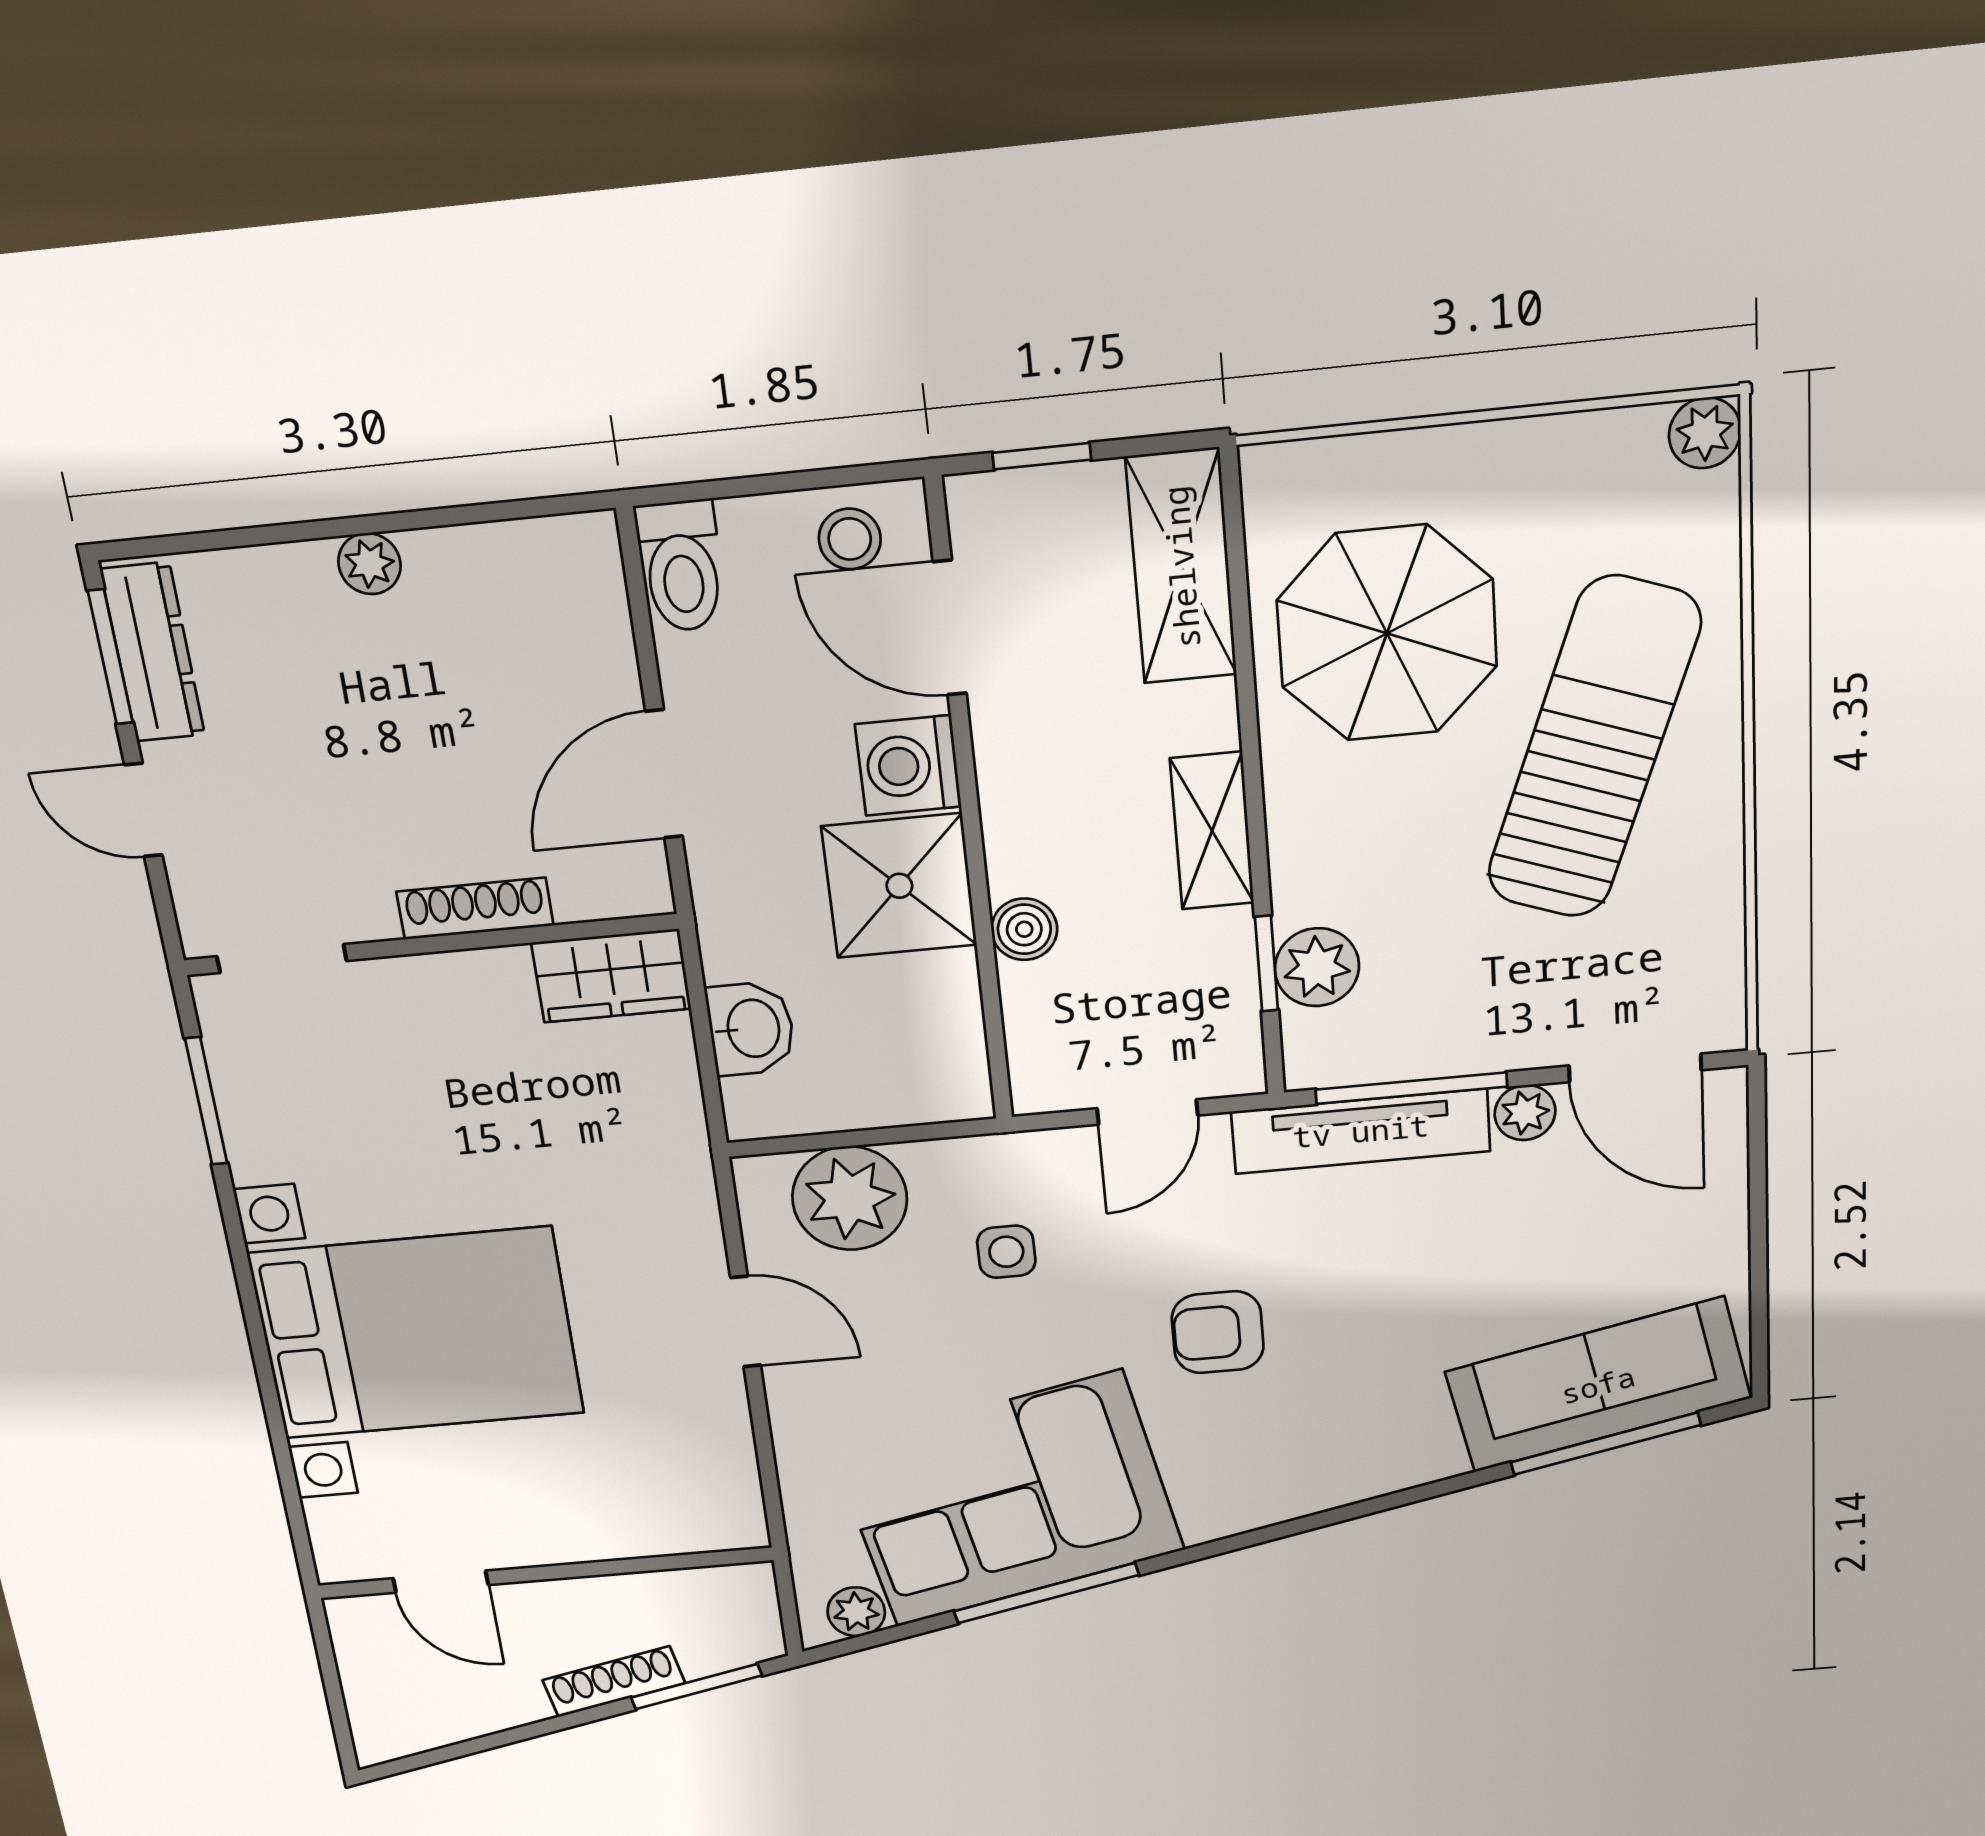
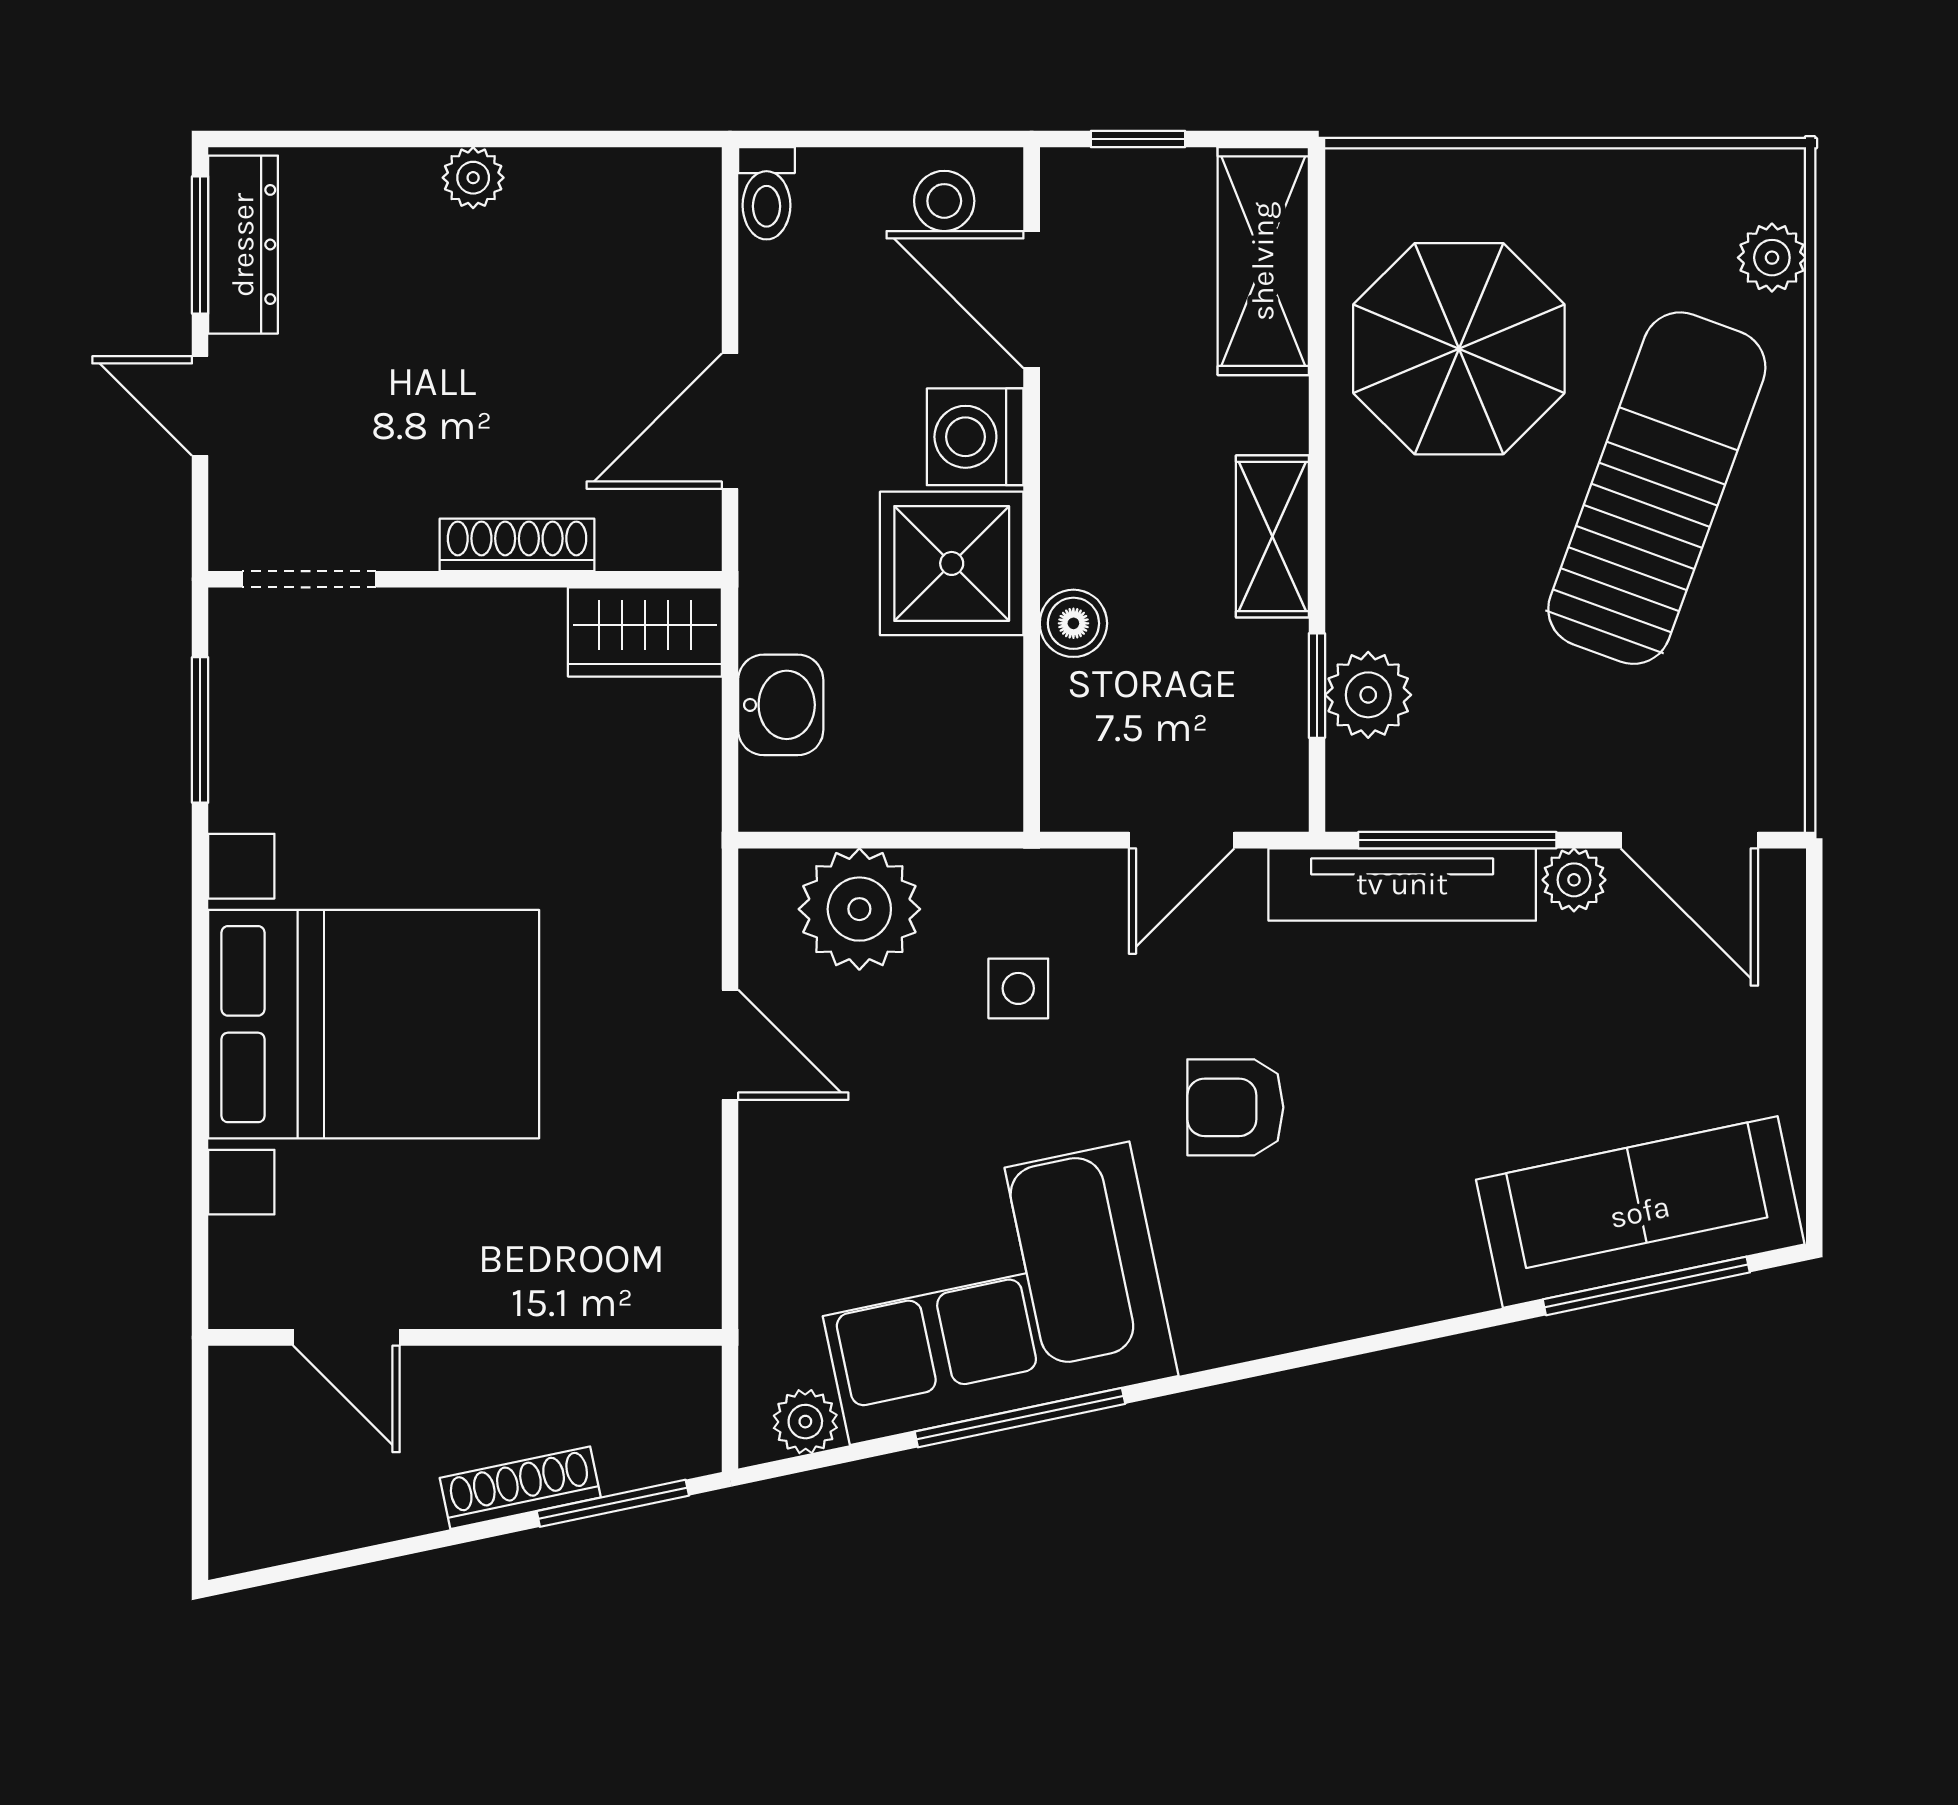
plant: (1705, 433) -> (1772, 258), moved
toilet: (681, 566) -> (766, 193), width x0.73, depth x0.72

